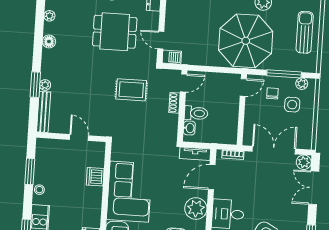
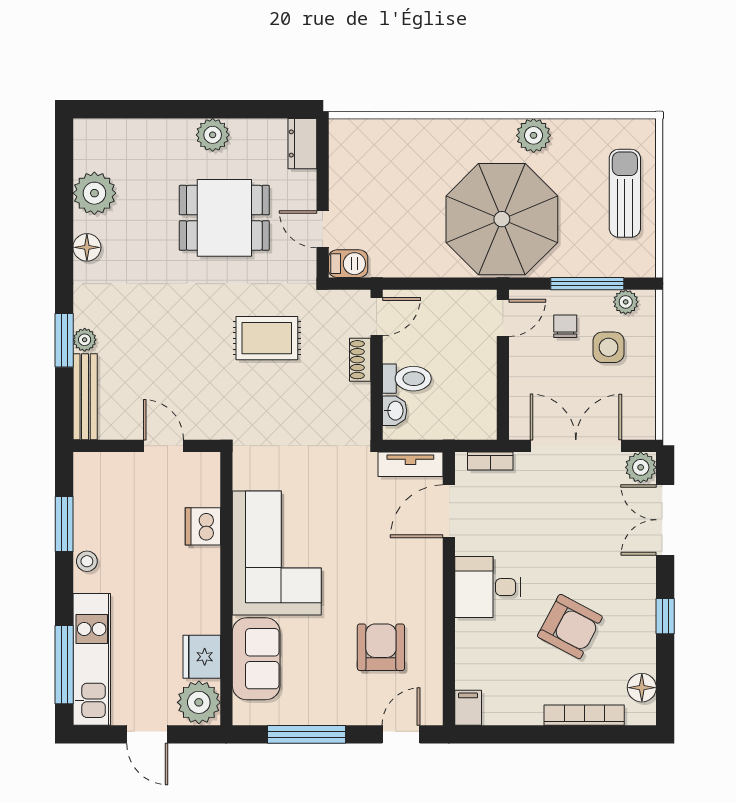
plant: (49, 16) -> (94, 193), width x1.88, depth x1.88
plant: (196, 209) -> (420, 580), removed

